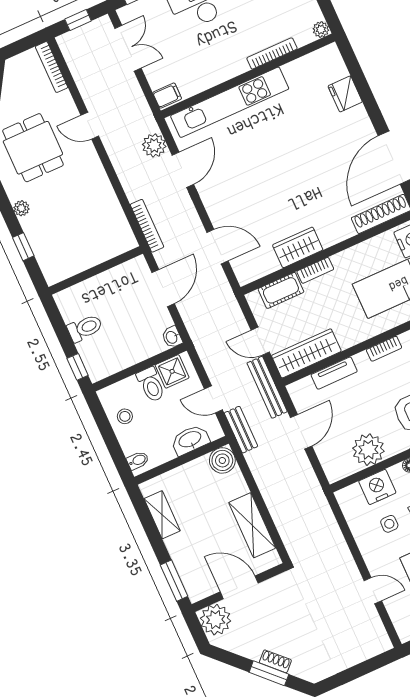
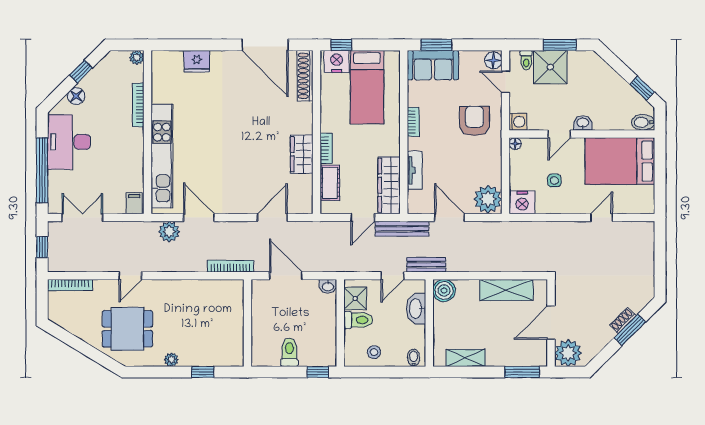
plant: (368, 450) -> (488, 199), moved
nightstand: (377, 487) -> (522, 202), moved, turned -90

